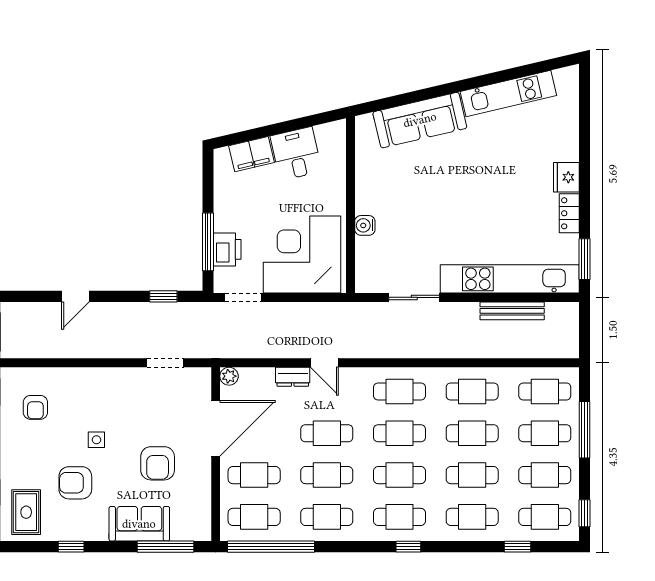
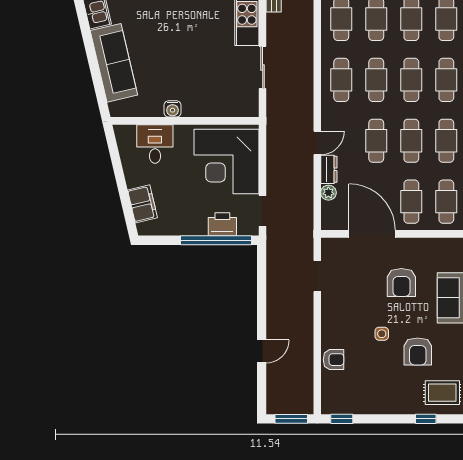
desk: (296, 154) -> (155, 144), moved, turned 103
water cooler: (365, 225) -> (172, 109), moved
window: (208, 242) -> (216, 240), width x1.46
door: (75, 296) -> (262, 351), hinge flipped
window: (163, 296) -> (262, 278), removed
plant: (229, 376) -> (328, 193), moved
armchair: (35, 407) -> (334, 360), moved
armchair: (158, 463) -> (401, 283), turned 90

